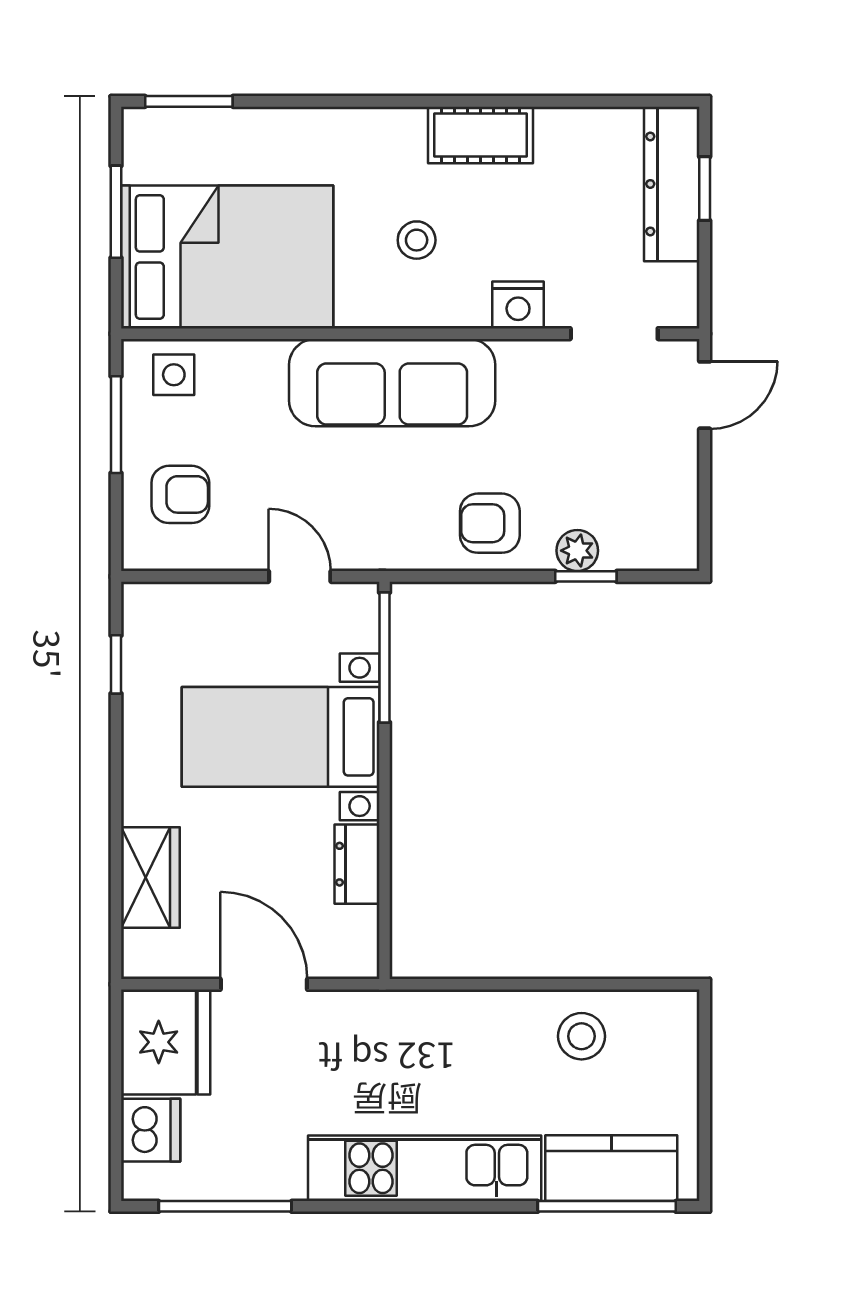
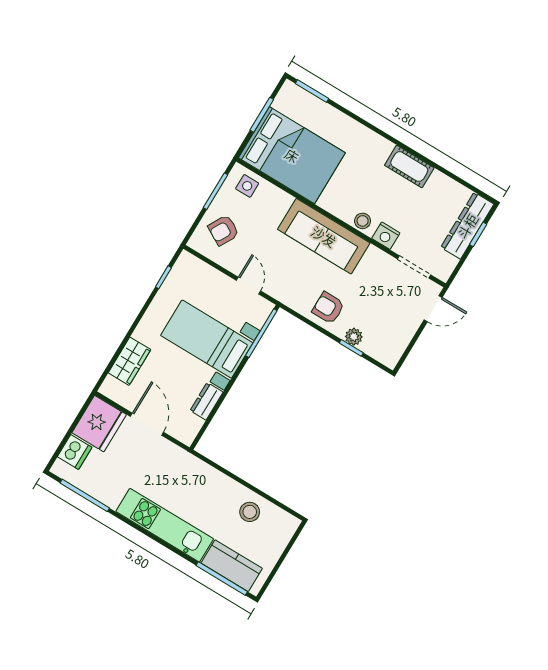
stool: (417, 240) -> (363, 221), moved
armchair: (180, 494) -> (223, 230), turned 119

